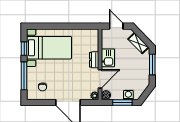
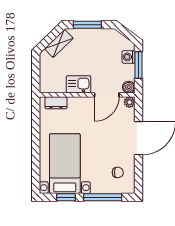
door: (116, 26) -> (36, 73), removed
dresser: (94, 60) -> (56, 103), moved
door: (100, 79) -> (107, 95), swing flipped

